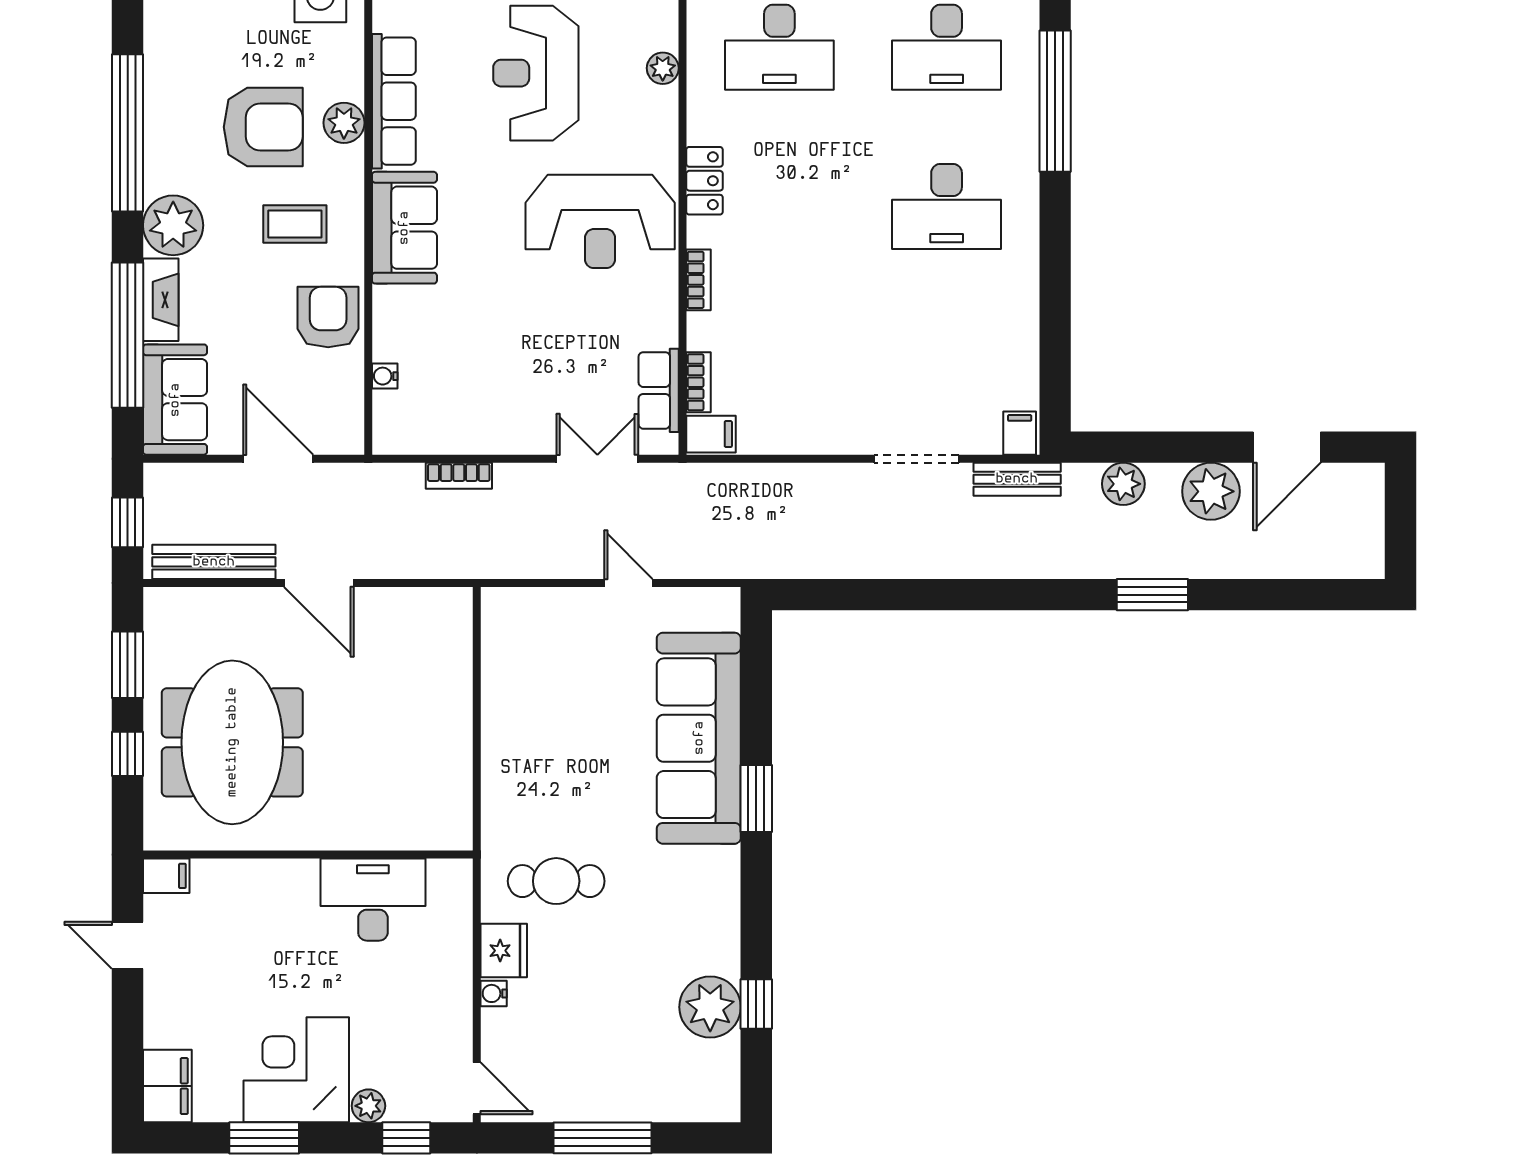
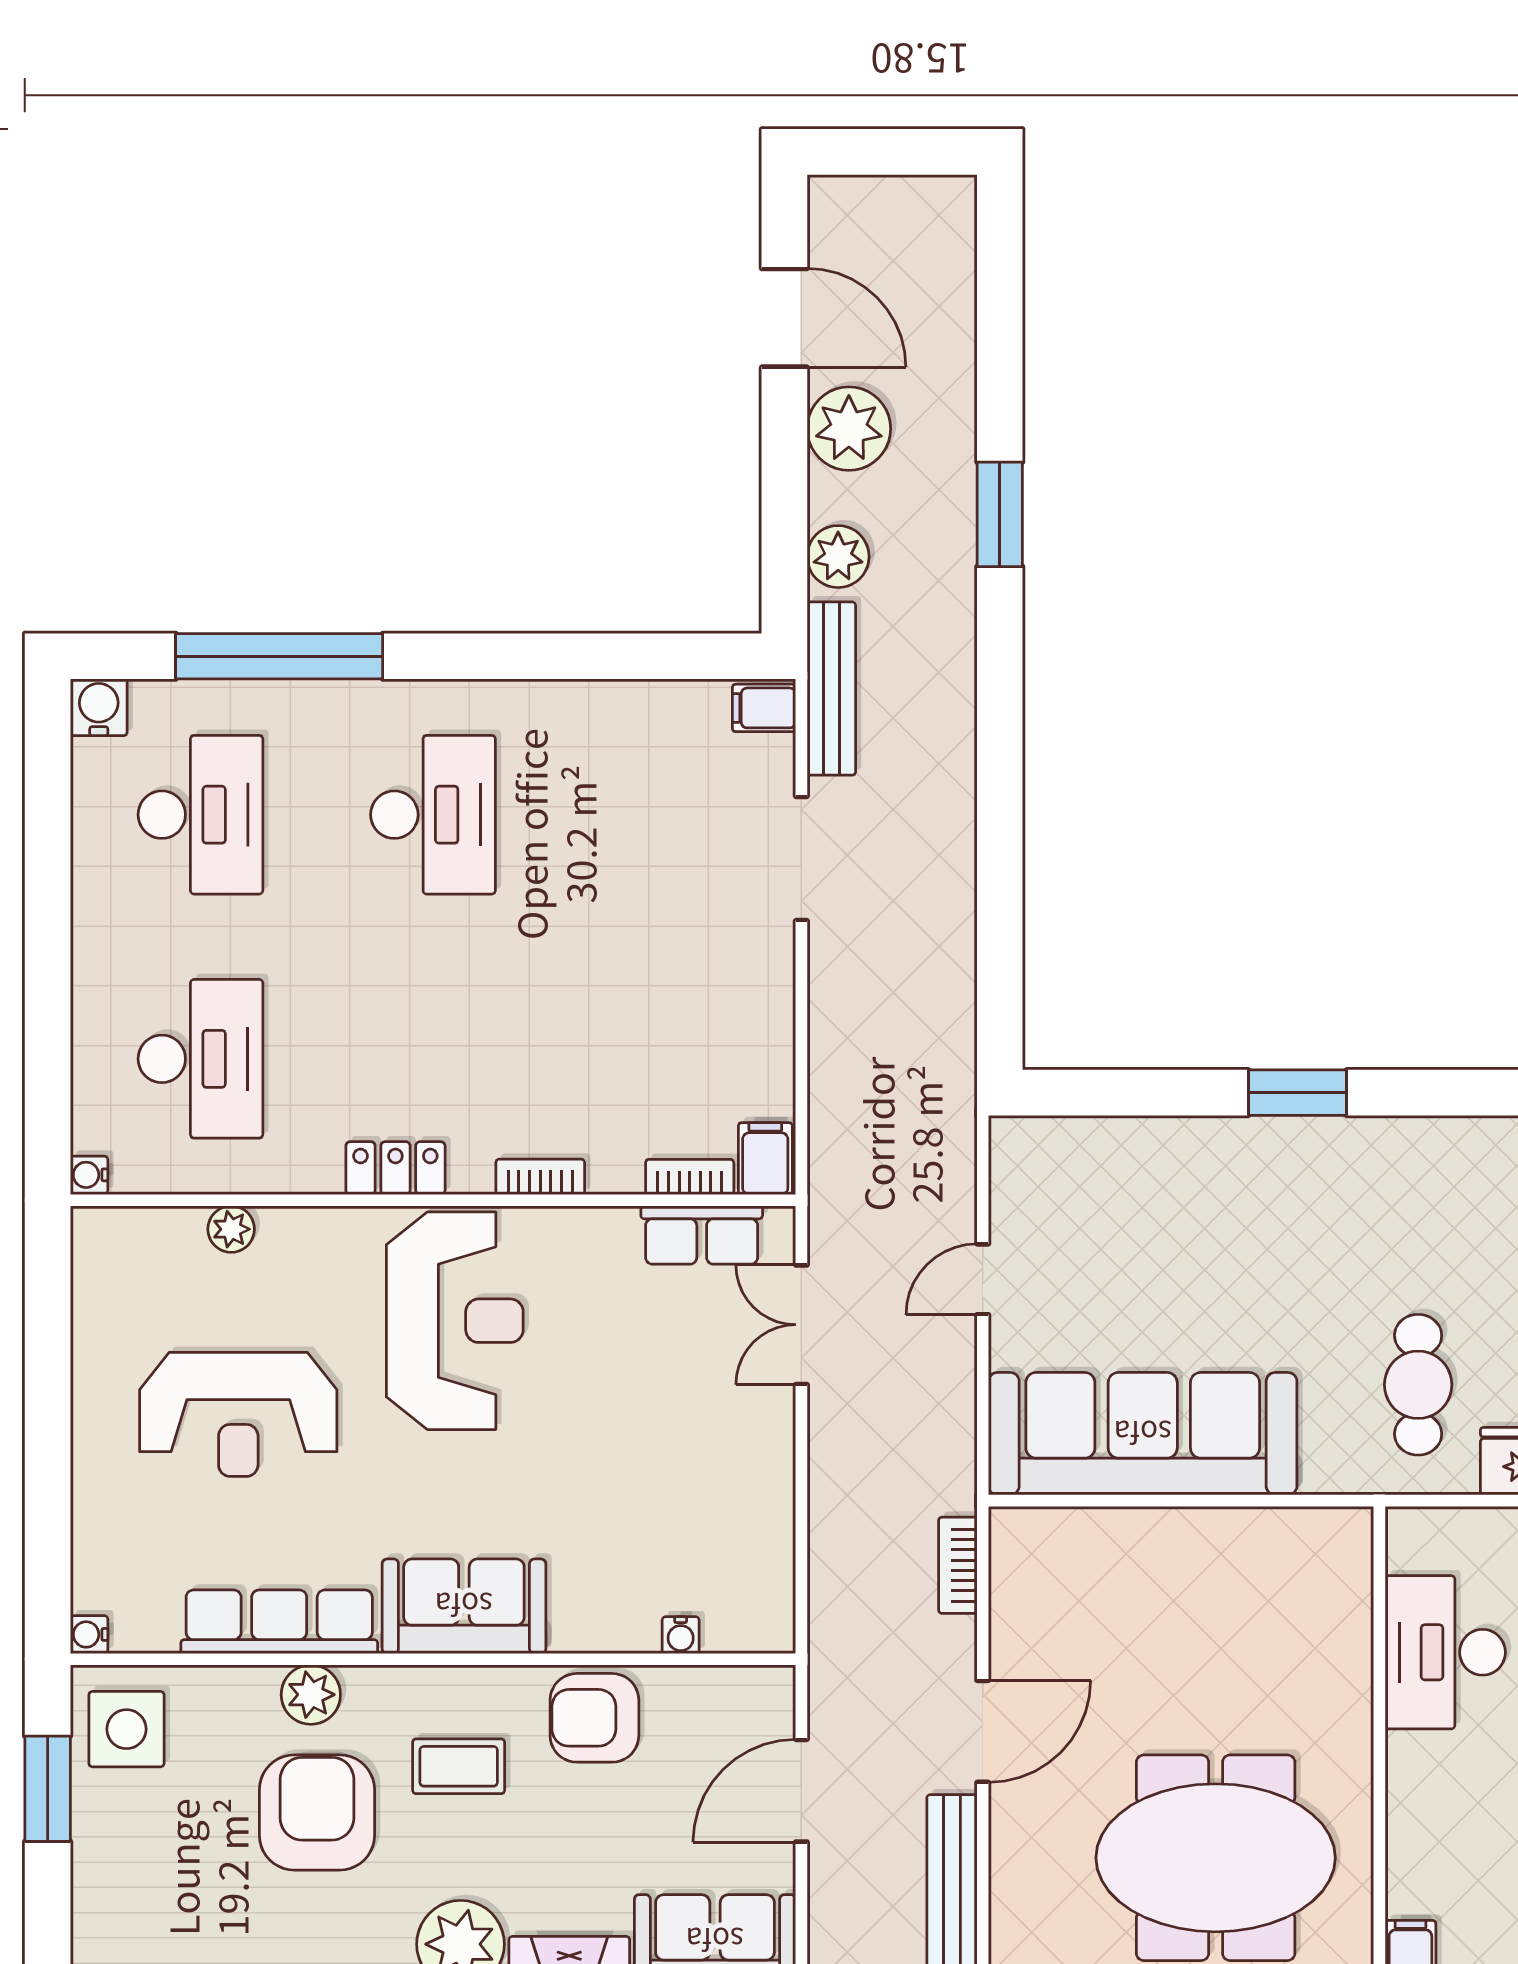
coffee table: (295, 224) -> (459, 1766), turned 90
bookcase: (459, 476) -> (958, 1565), moved, turned 180
bench: (1017, 479) -> (831, 689), width x1.36
sofa: (699, 738) -> (1143, 1434), moved, turned 180

